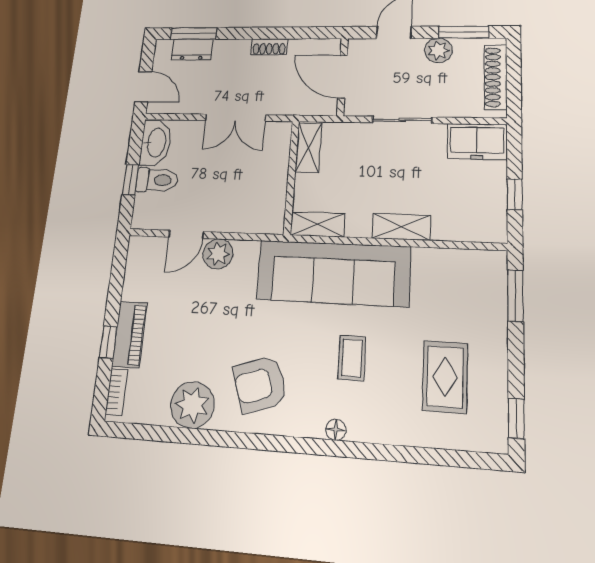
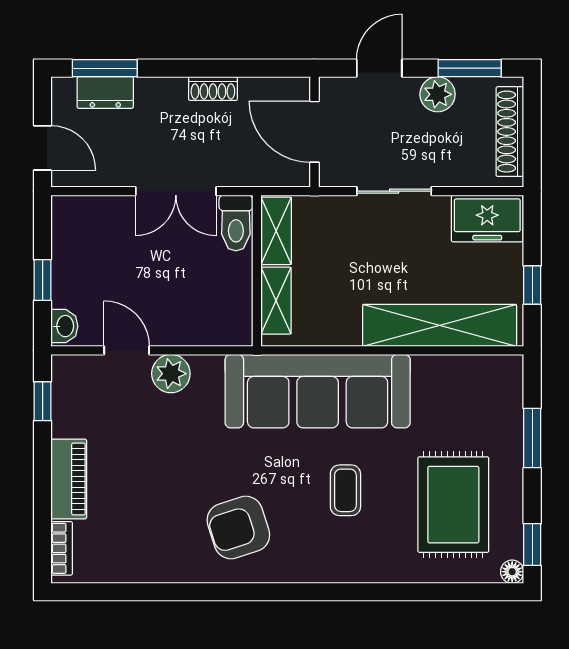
washbasin: (156, 143) -> (64, 326), moved, width x0.52, depth x0.69
toilet: (157, 180) -> (236, 223), moved, turned 90
shelving: (318, 224) -> (276, 301), moved, turned 90
shelving: (401, 227) -> (440, 325), width x2.20, depth x1.33
door: (186, 234) -> (127, 350), swing flipped
window: (515, 296) -> (532, 438), moved
window: (108, 342) -> (43, 401), moved
rug: (445, 377) -> (453, 505), width x1.36, depth x1.43
plant: (192, 405) -> (158, 557), removed
floor lamp: (336, 430) -> (512, 572), moved

